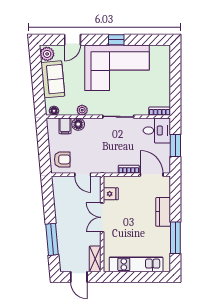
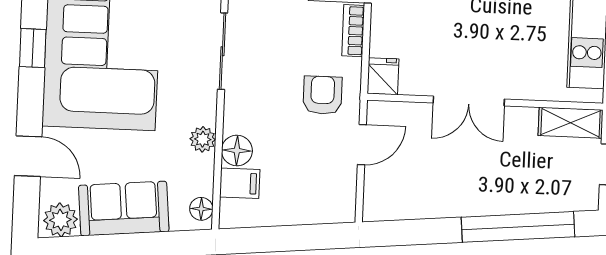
armchair: (62, 159) -> (323, 95), moved
fridge: (111, 194) -> (383, 76), moved
window: (52, 239) -> (518, 227), width x1.46

